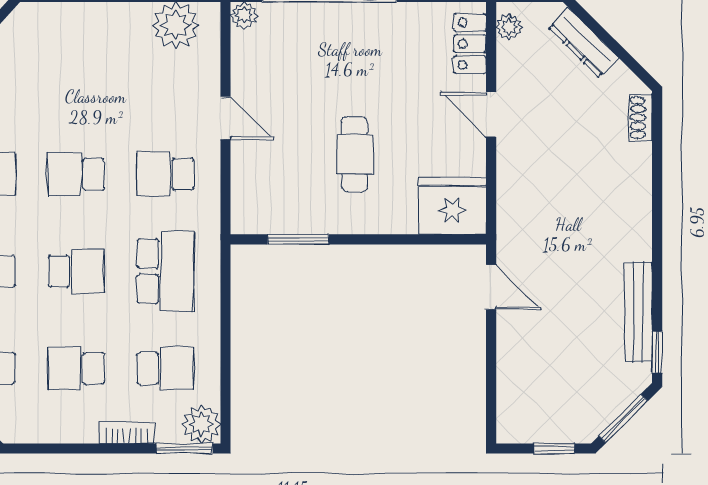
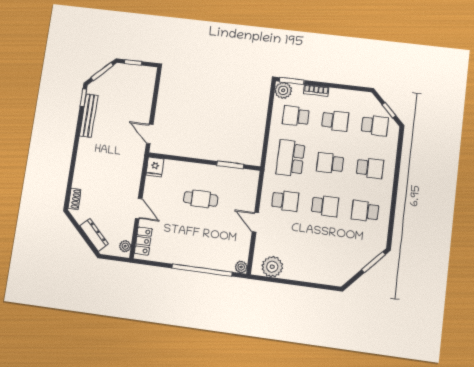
cafe table: (354, 154) -> (201, 199), turned 90
fridge: (452, 206) -> (155, 167), width x0.53, depth x0.75

